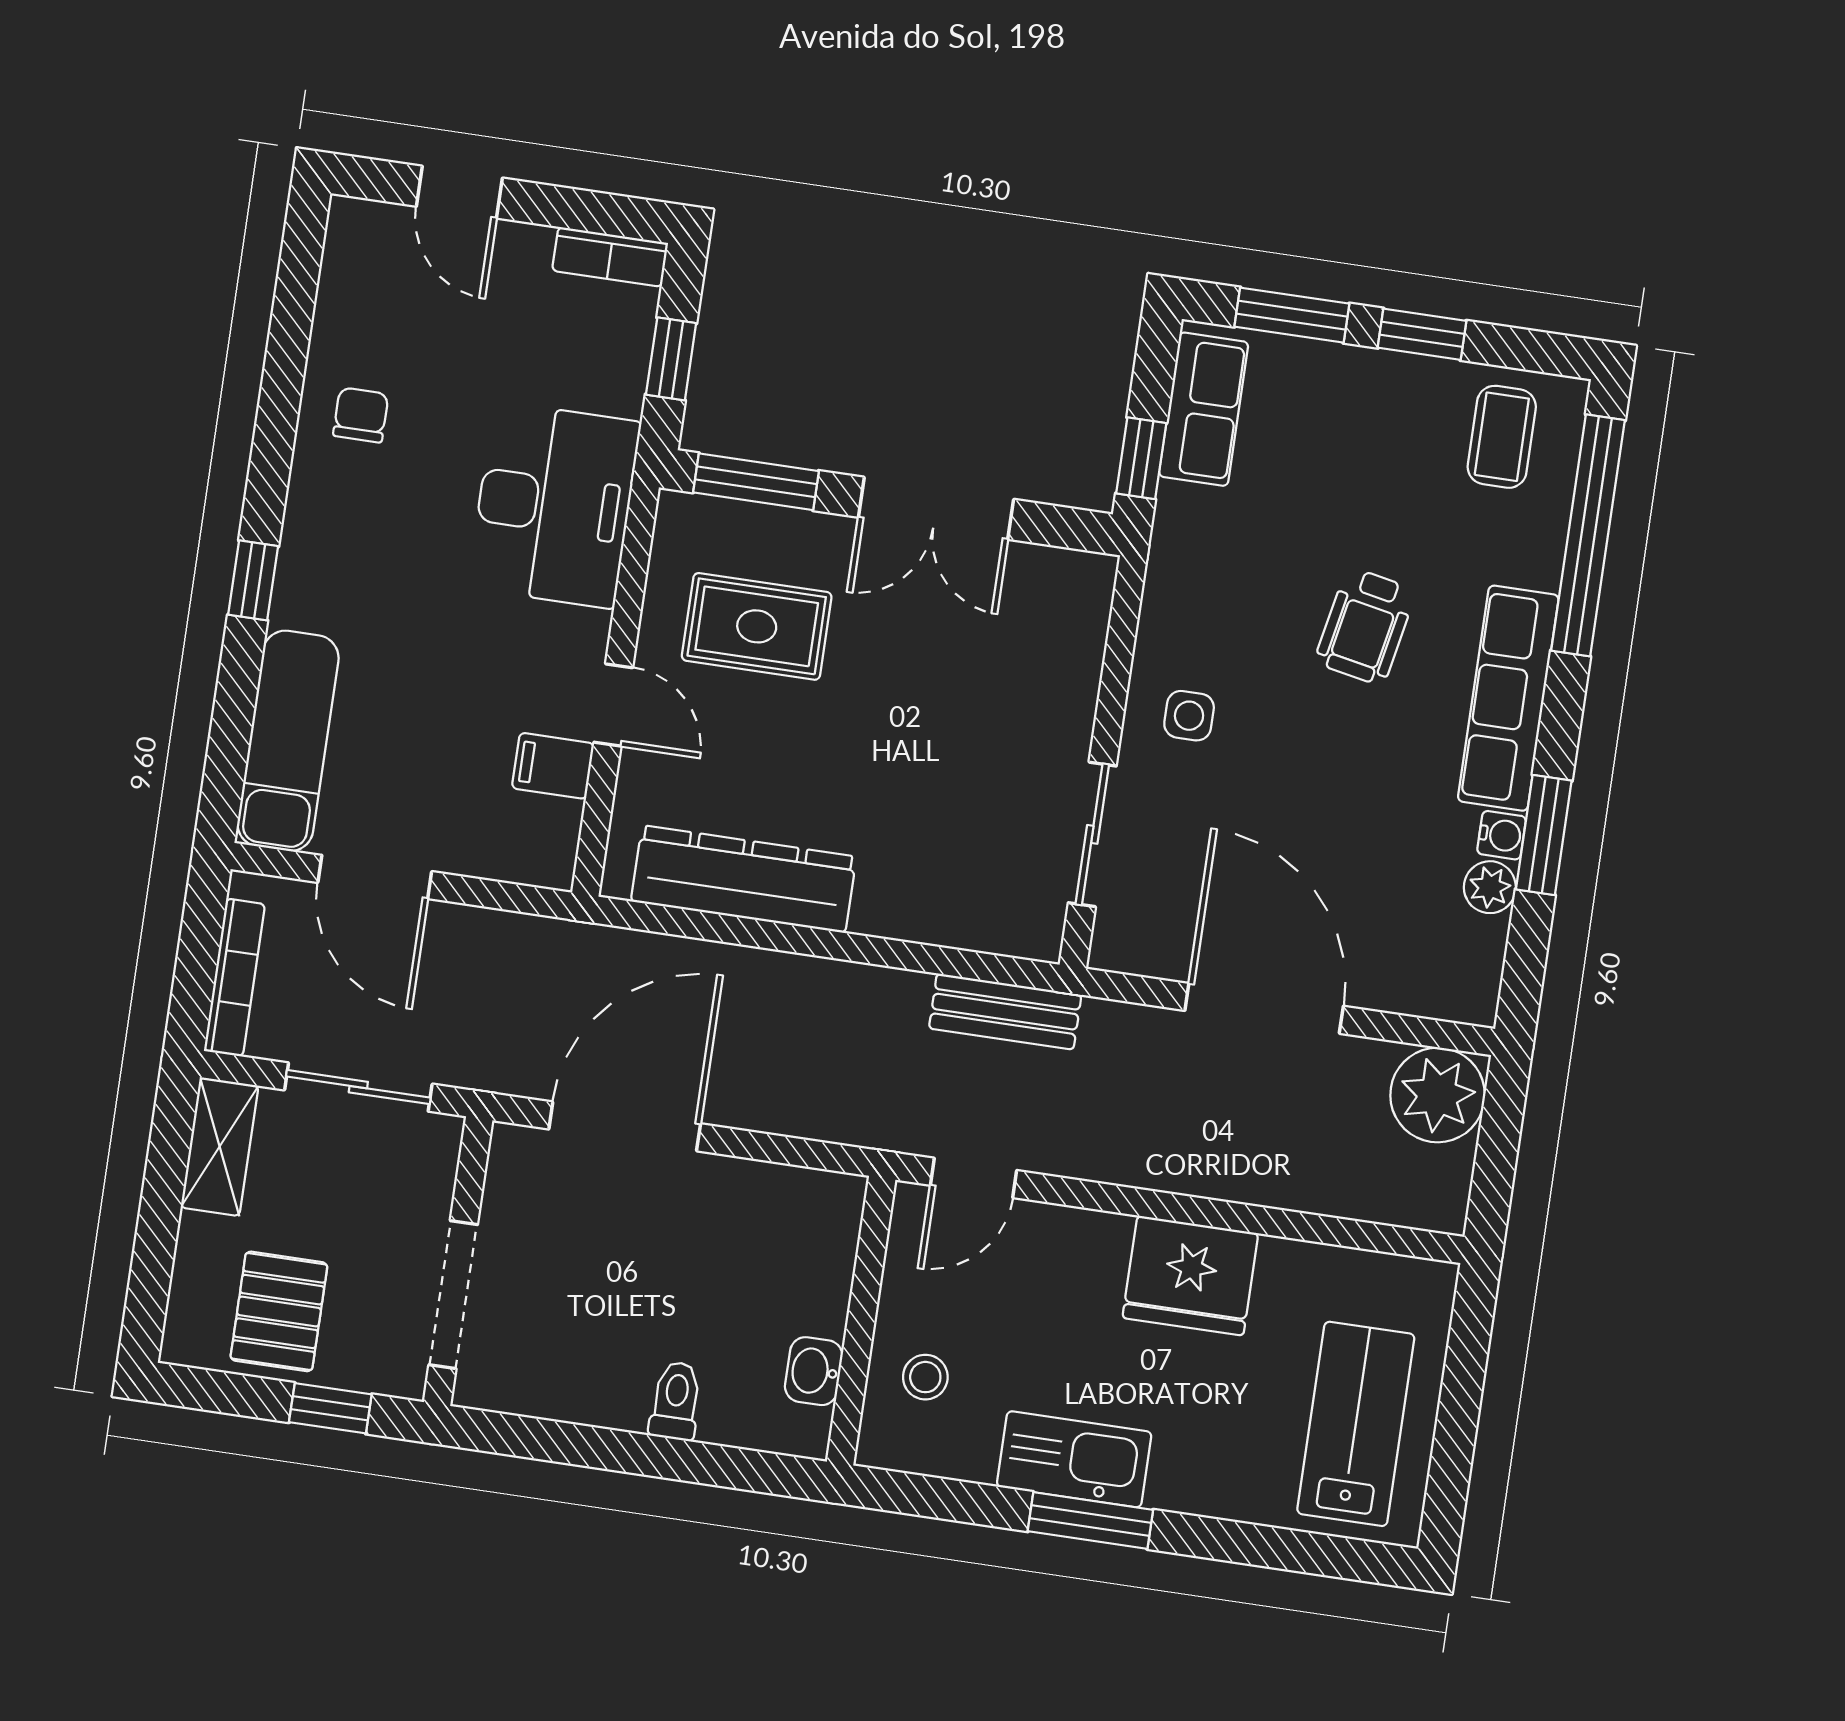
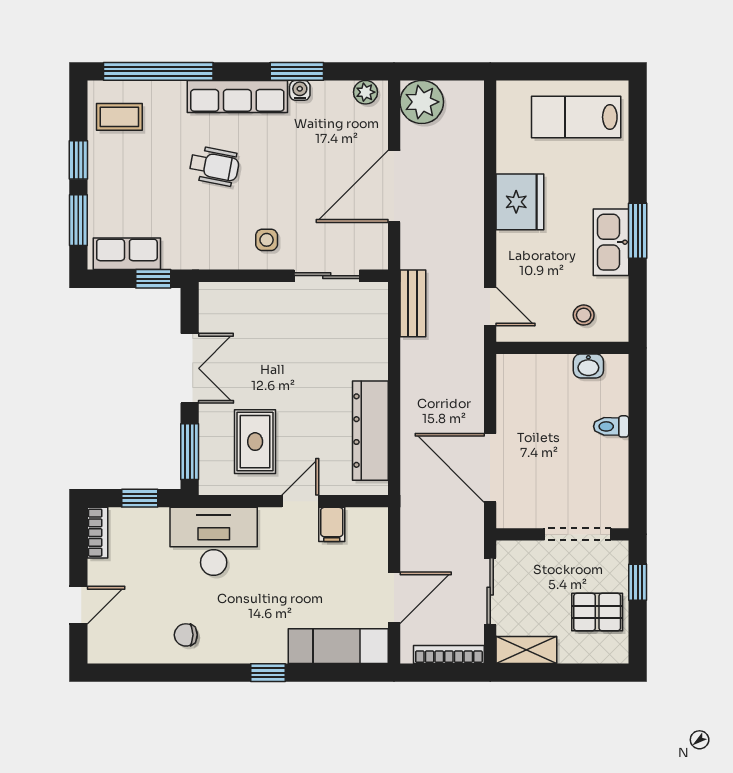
plant: (1490, 887) -> (365, 92), moved

